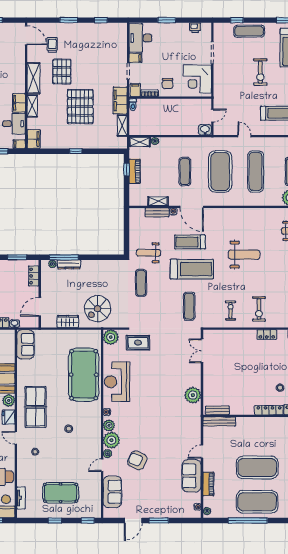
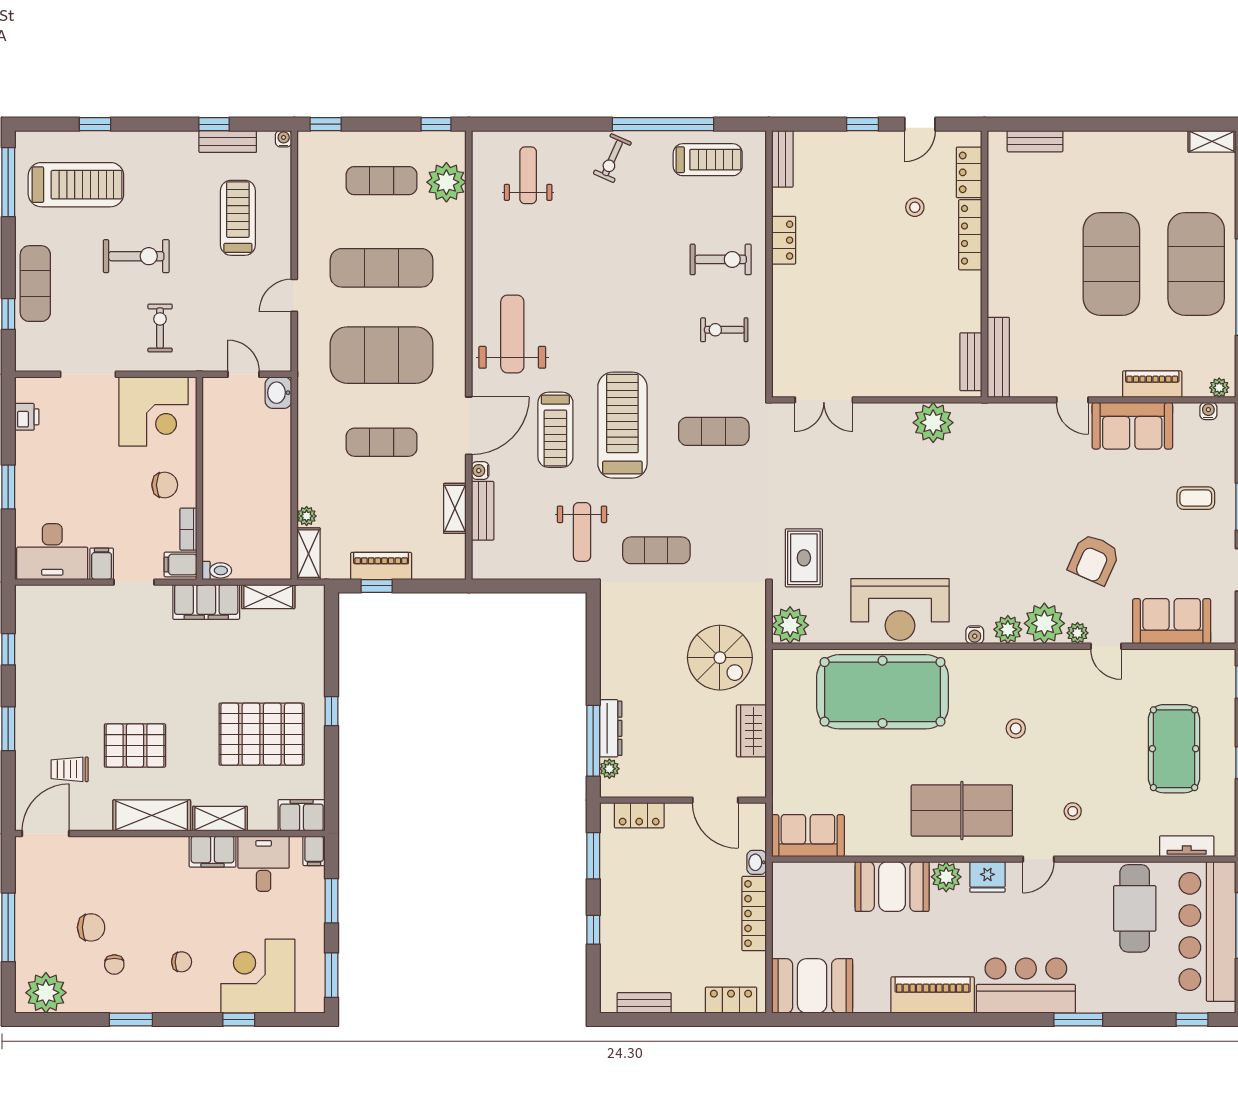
exercise bike: (231, 82) -> (160, 328), added
pallet: (80, 107) -> (262, 734), moved
weight bench: (244, 255) -> (512, 334), moved
coffee table: (162, 502) -> (1196, 498), added

